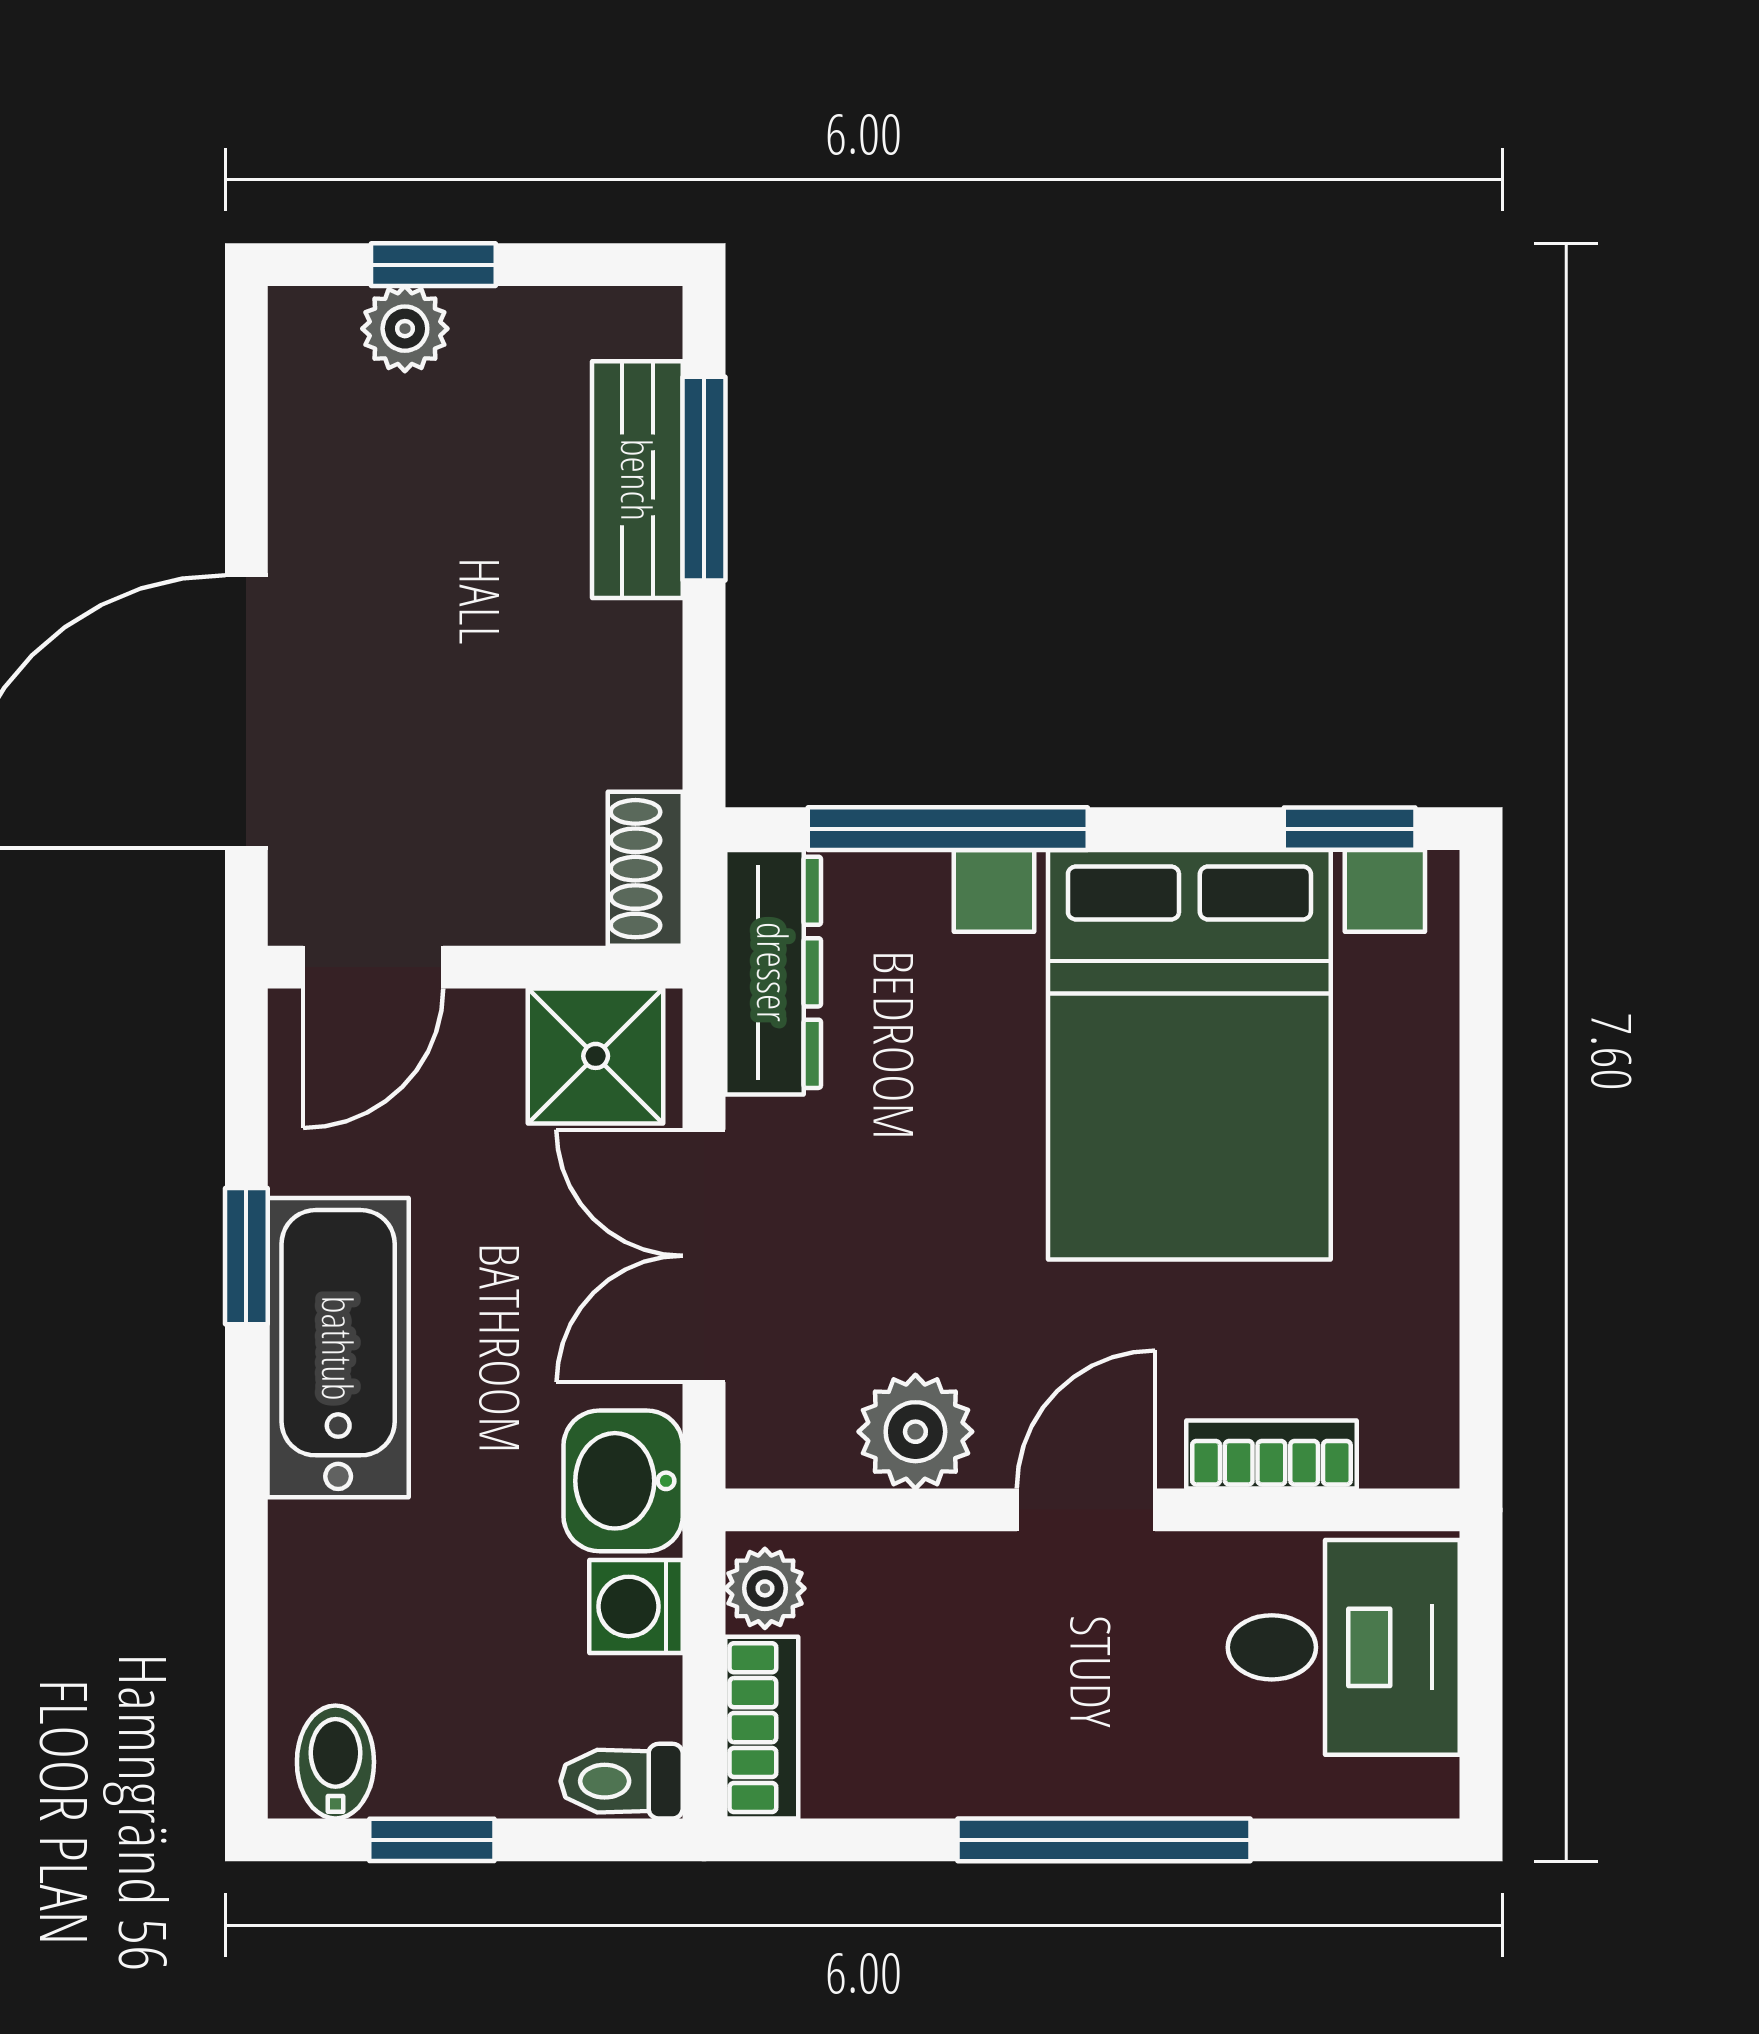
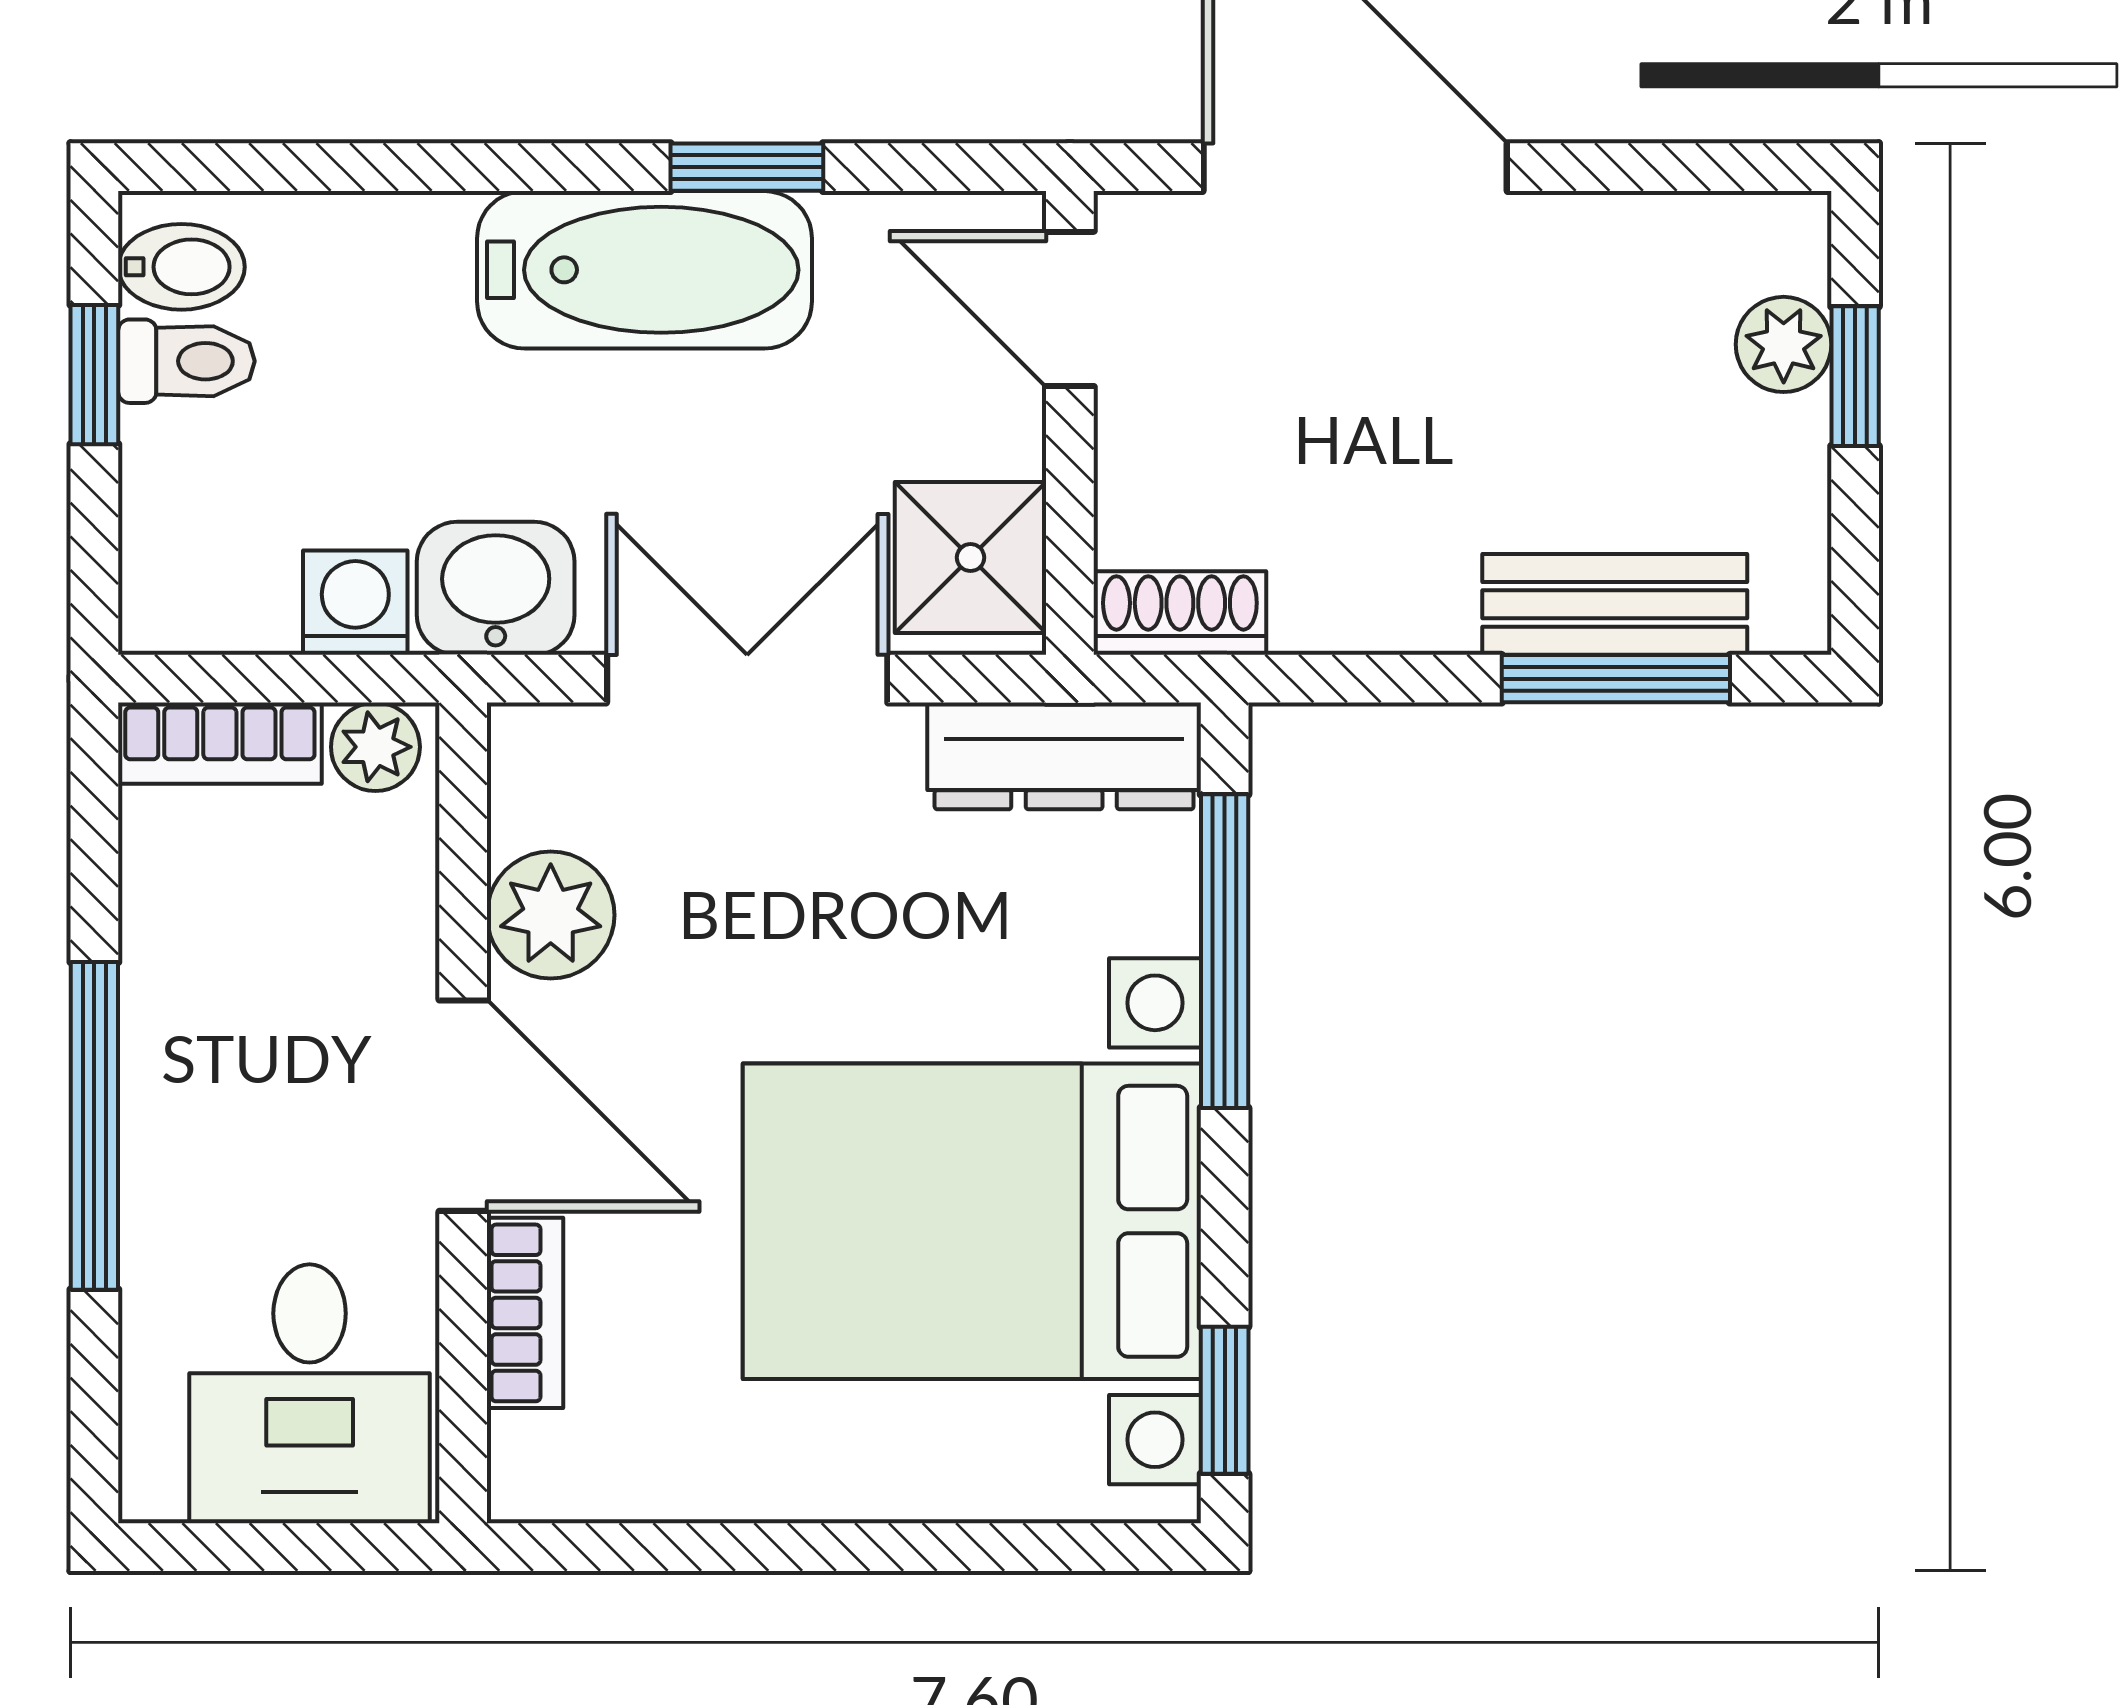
door: (1086, 1510) -> (463, 1106), width x1.38
toilet: (622, 1781) -> (186, 361), moved, turned 90

